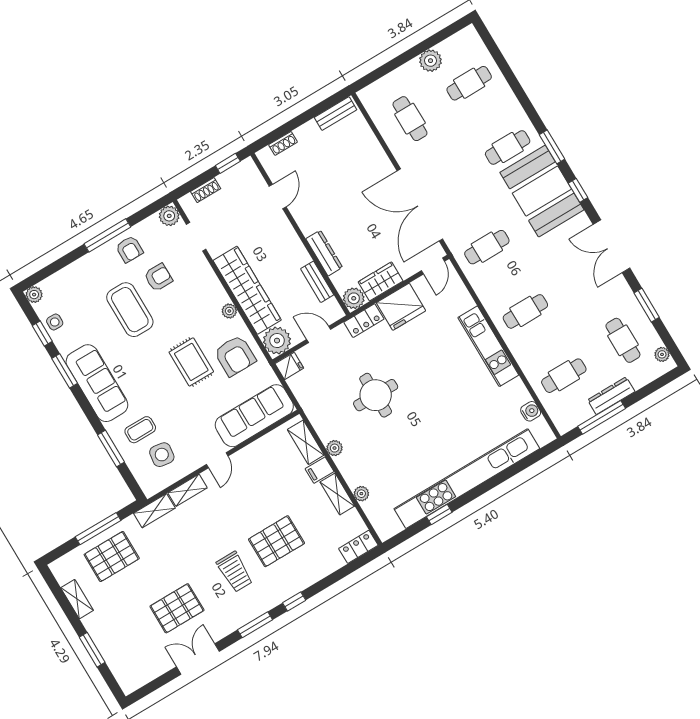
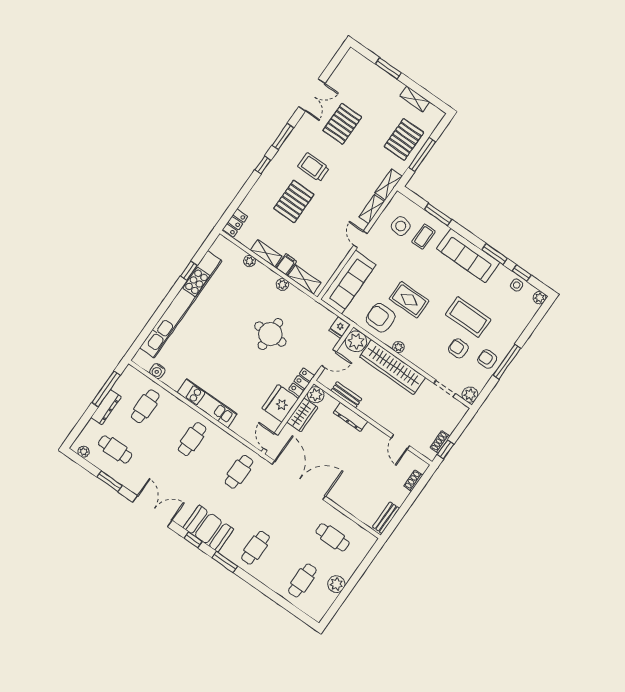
shoe rack: (206, 190) -> (440, 442), moved
booth: (542, 191) -> (208, 529), width x0.73, depth x0.70
armchair: (158, 277) -> (458, 348), turned 90

